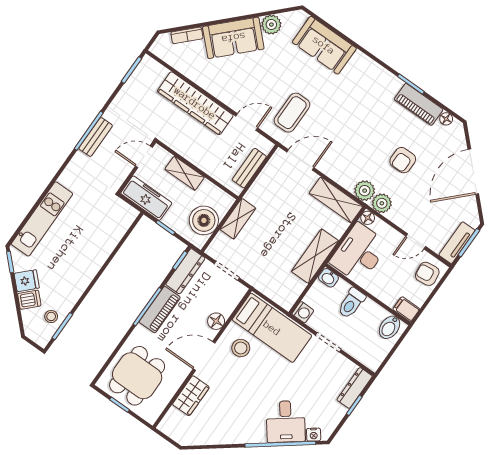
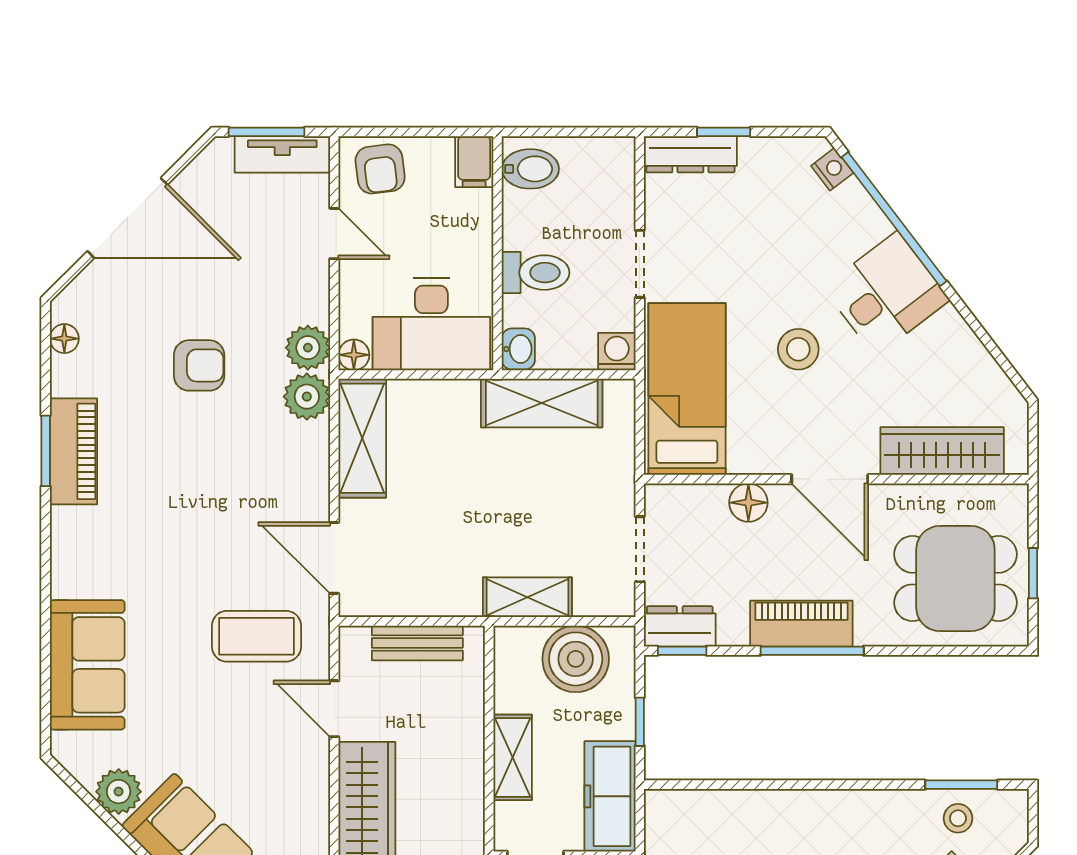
piano: (419, 104) -> (73, 451), moved
shelving: (315, 256) -> (542, 403), moved
dresser: (185, 271) -> (680, 626), width x0.70
stool: (241, 348) -> (798, 349), moved
wardrobe: (191, 396) -> (942, 451), width x1.50
desk: (286, 421) -> (886, 294), moved

